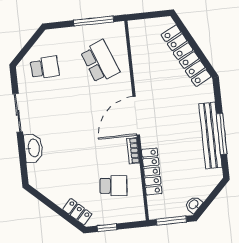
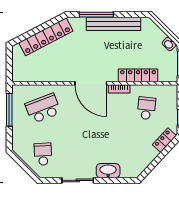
window: (222, 134) -> (96, 15), moved

